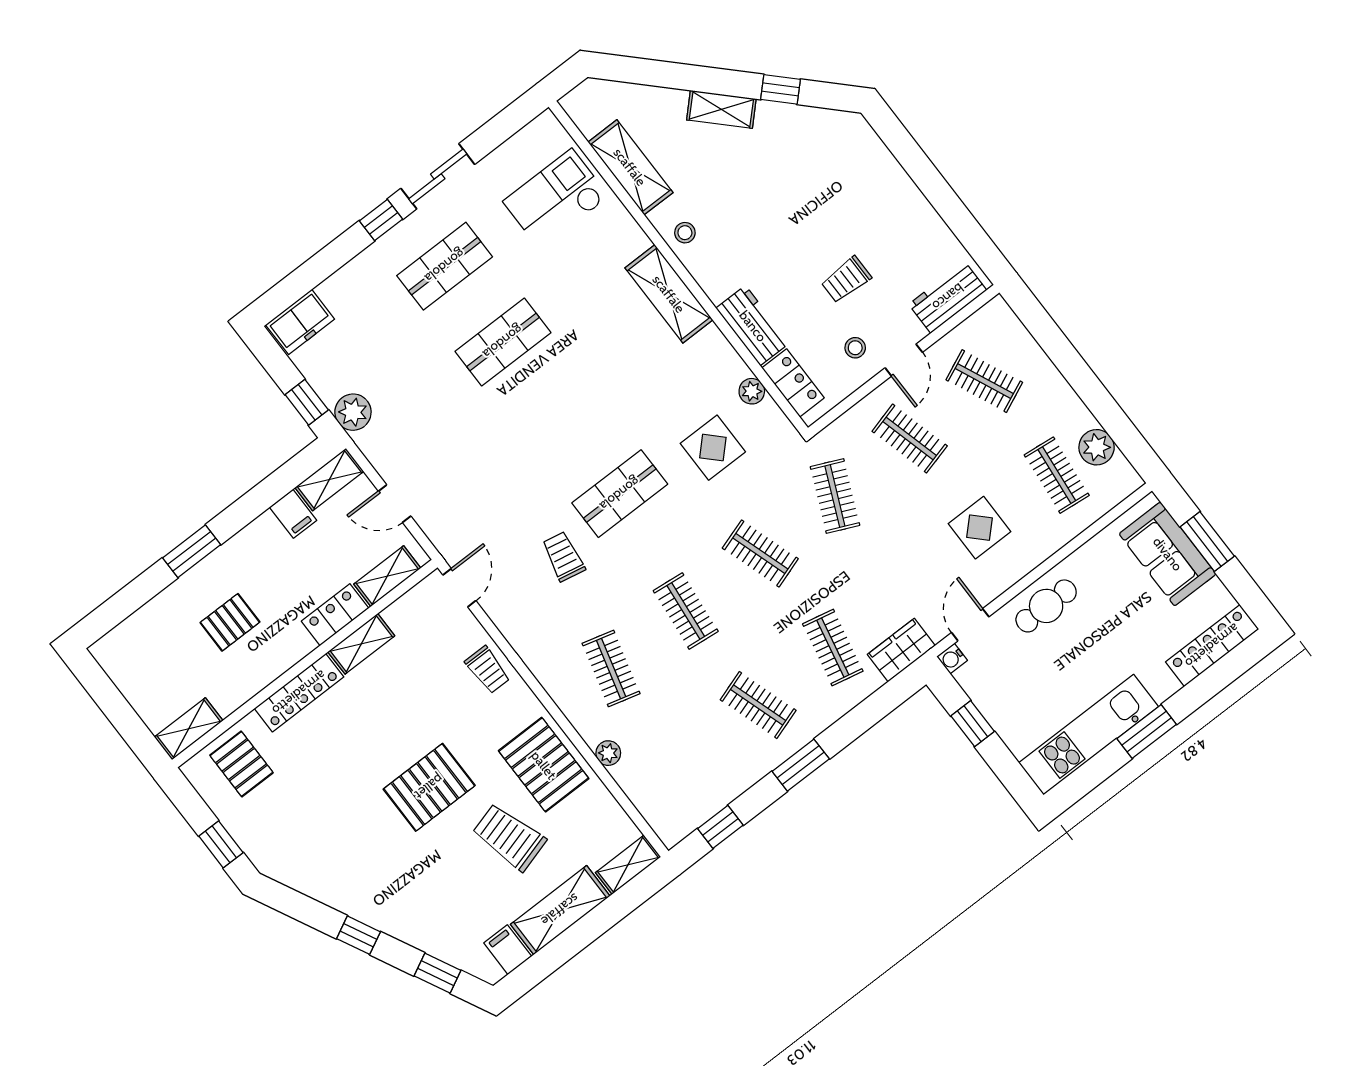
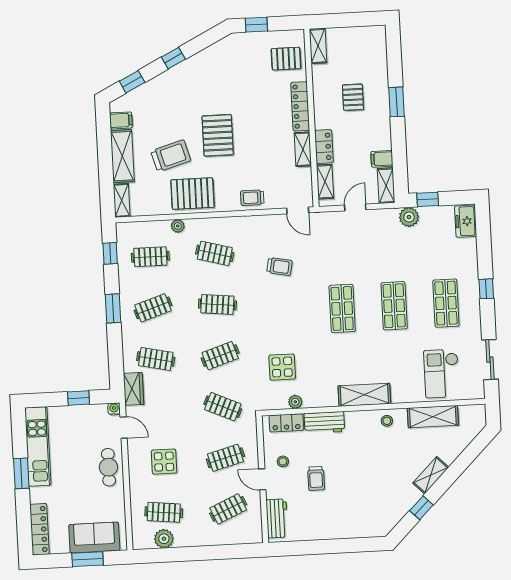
sliding door: (438, 176) -> (490, 360), moved
checkout: (556, 199) -> (442, 374), turned 180
trolley: (846, 280) -> (316, 478), turned 180
shop shelf: (620, 494) -> (342, 308), moved
clothes rail: (683, 763) -> (150, 257), added

